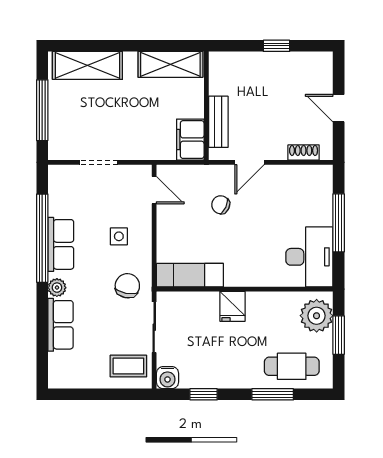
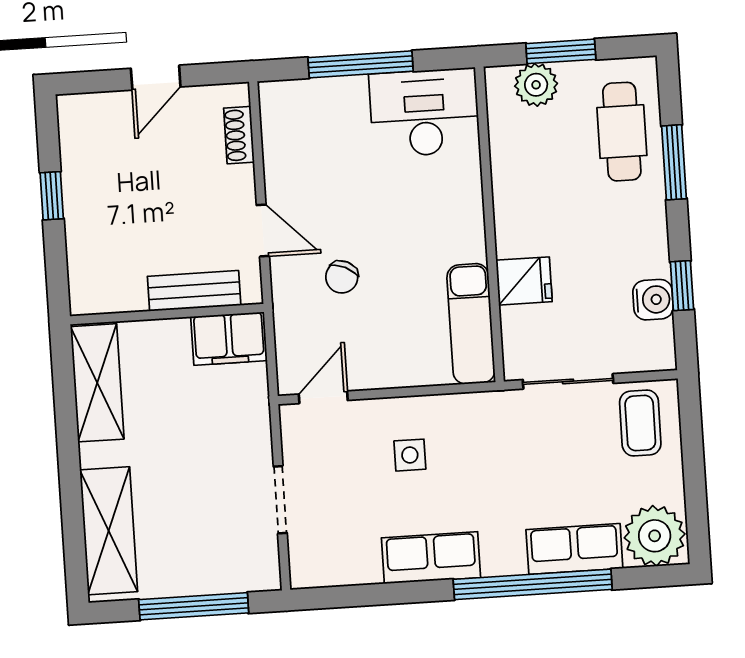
window: (42, 238) -> (533, 584), moved
chair: (127, 286) -> (497, 434), removed
plant: (57, 288) -> (655, 536), moved, width x1.87, depth x1.87
fridge: (233, 306) -> (524, 281), moved
plant: (317, 316) -> (536, 85), width x0.73, depth x0.73
water cooler: (168, 378) -> (653, 300), moved

